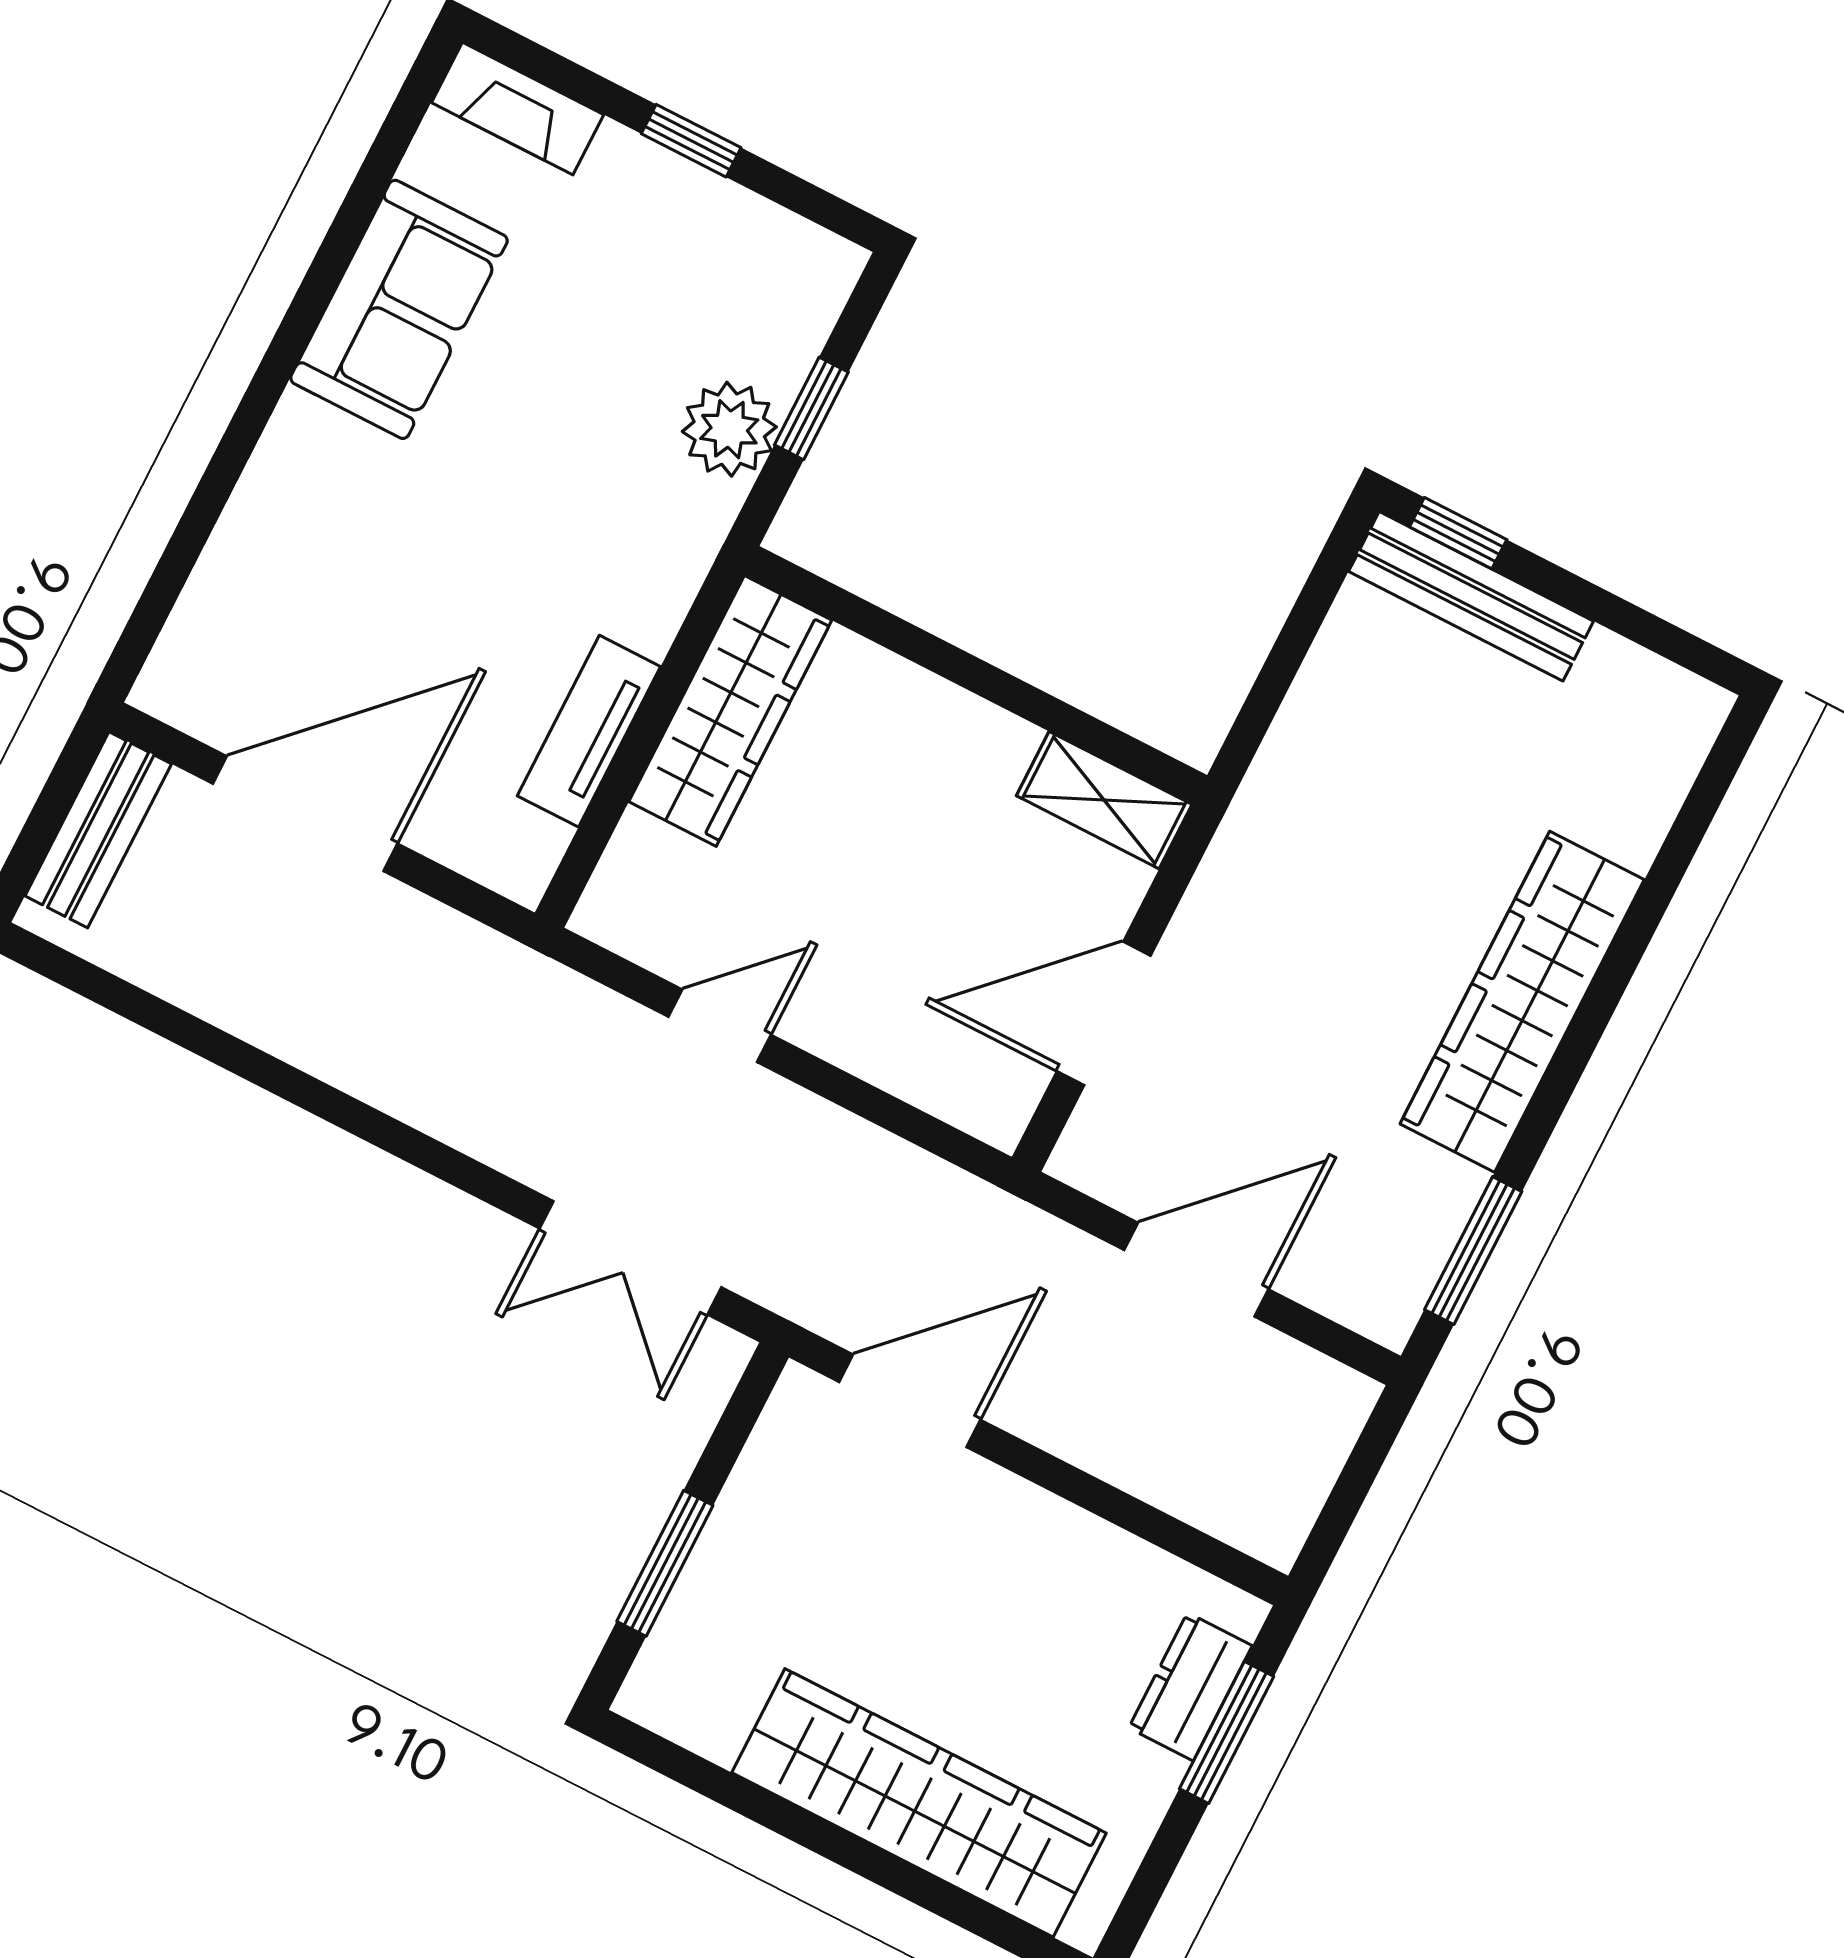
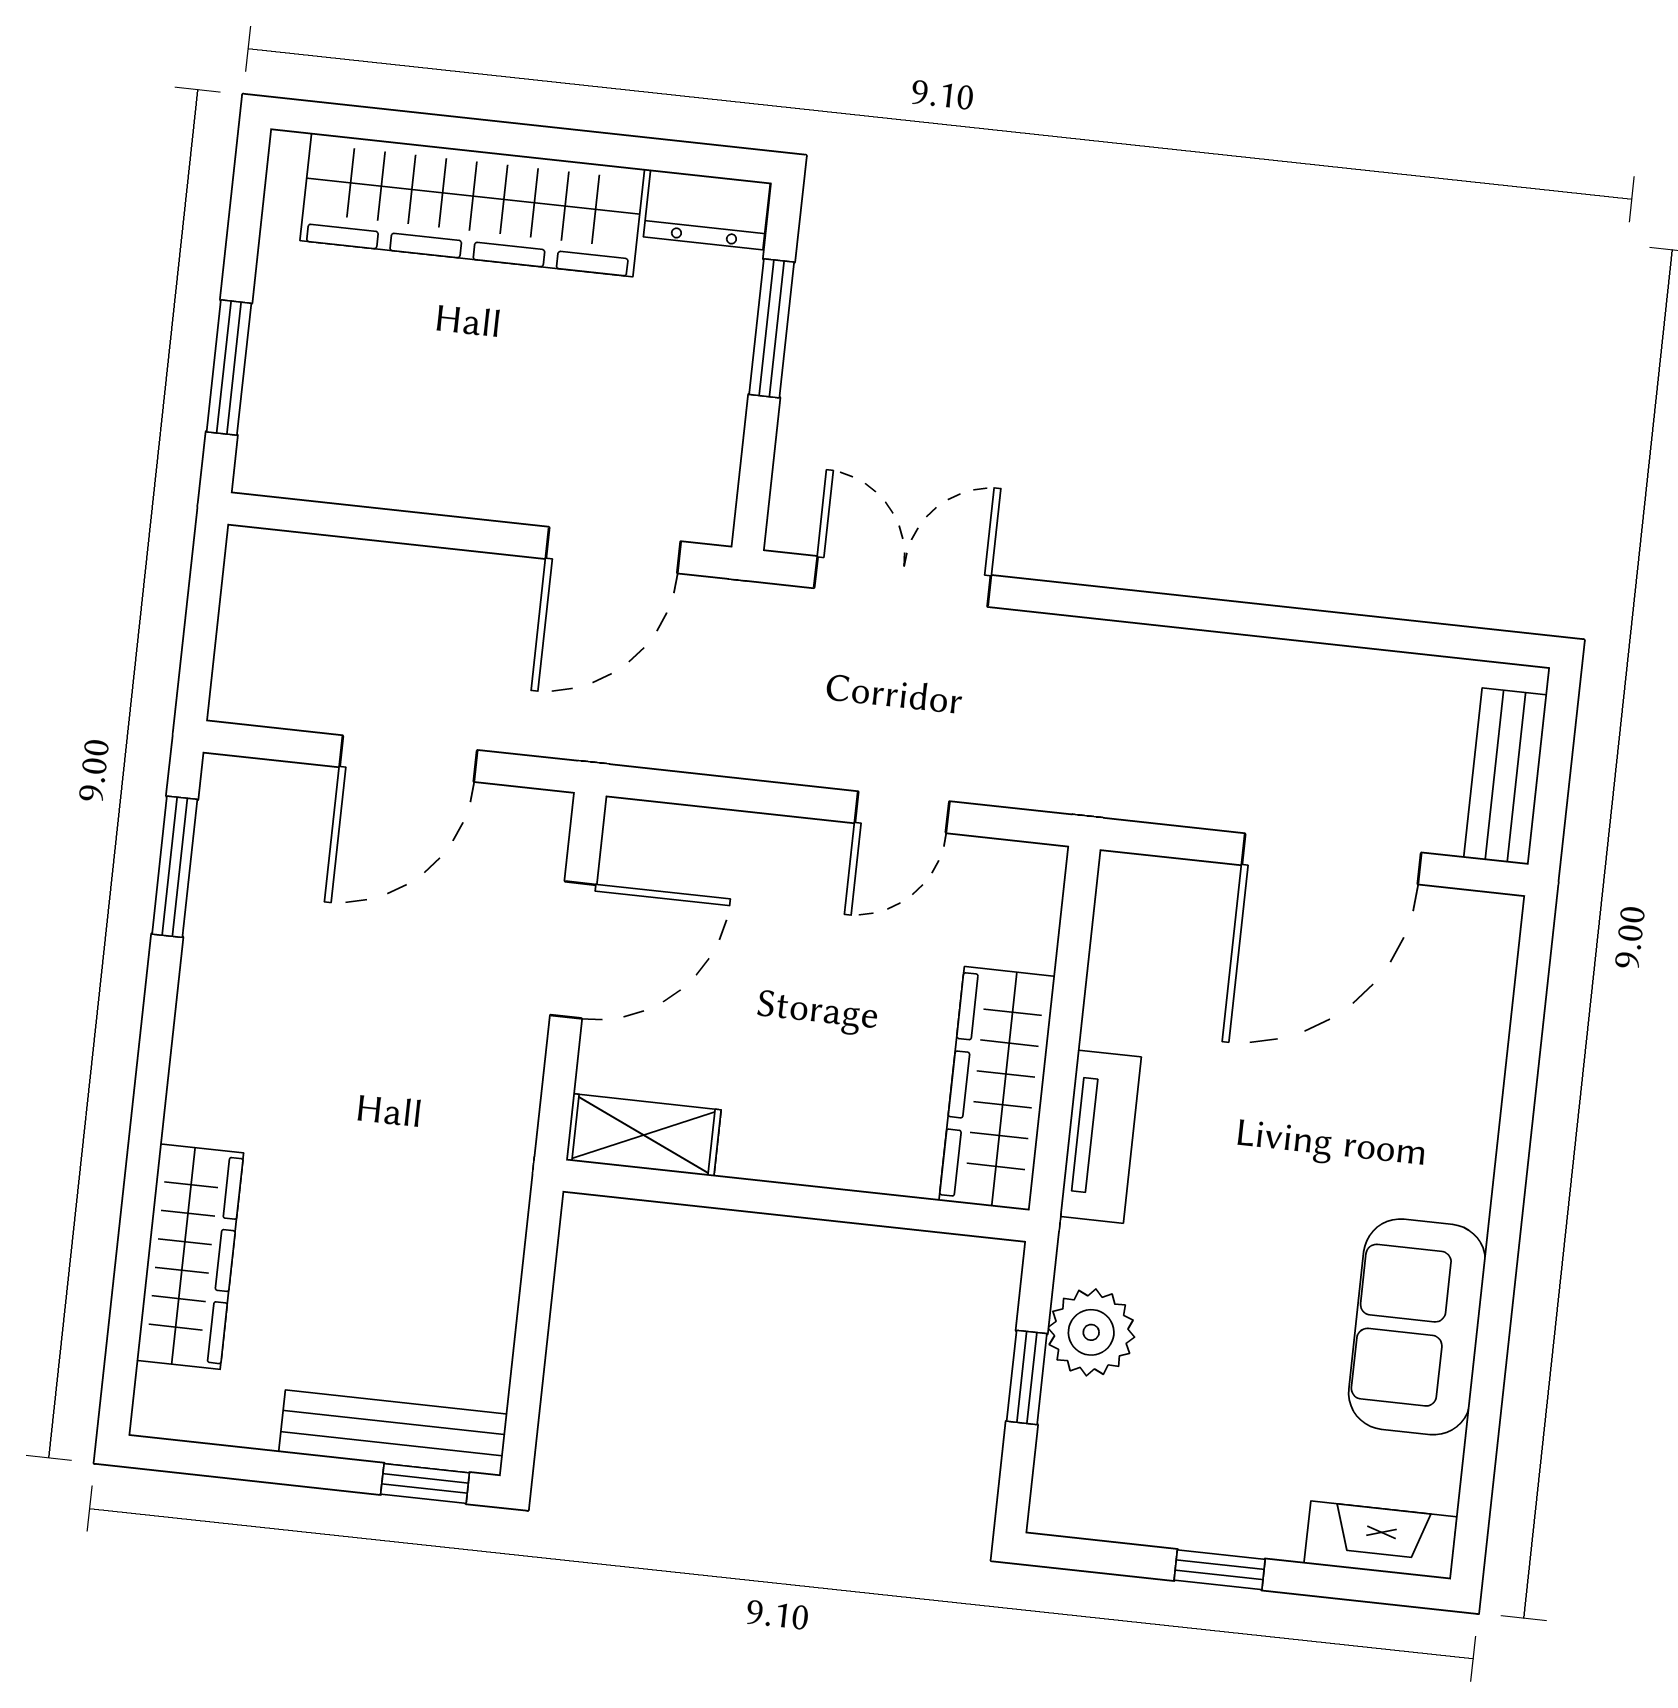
tv unit: (589, 731) -> (1101, 1137), moved
wardrobe: (1522, 1002) -> (190, 1257), moved, width x0.71, depth x0.85
dresser: (1190, 1687) -> (707, 210), moved, turned 90

